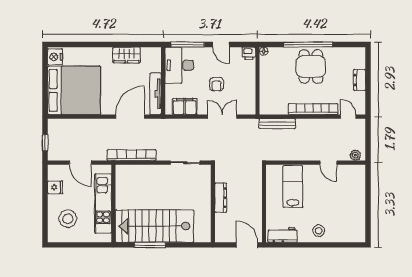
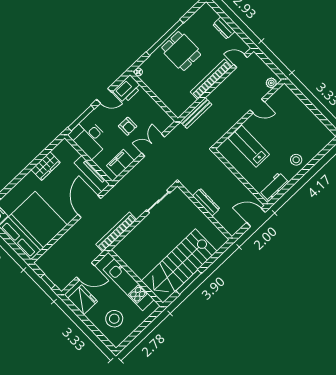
printer: (249, 53) -> (127, 89), width x1.87, depth x1.48
fridge: (55, 187) -> (83, 300), width x1.88, depth x1.34

